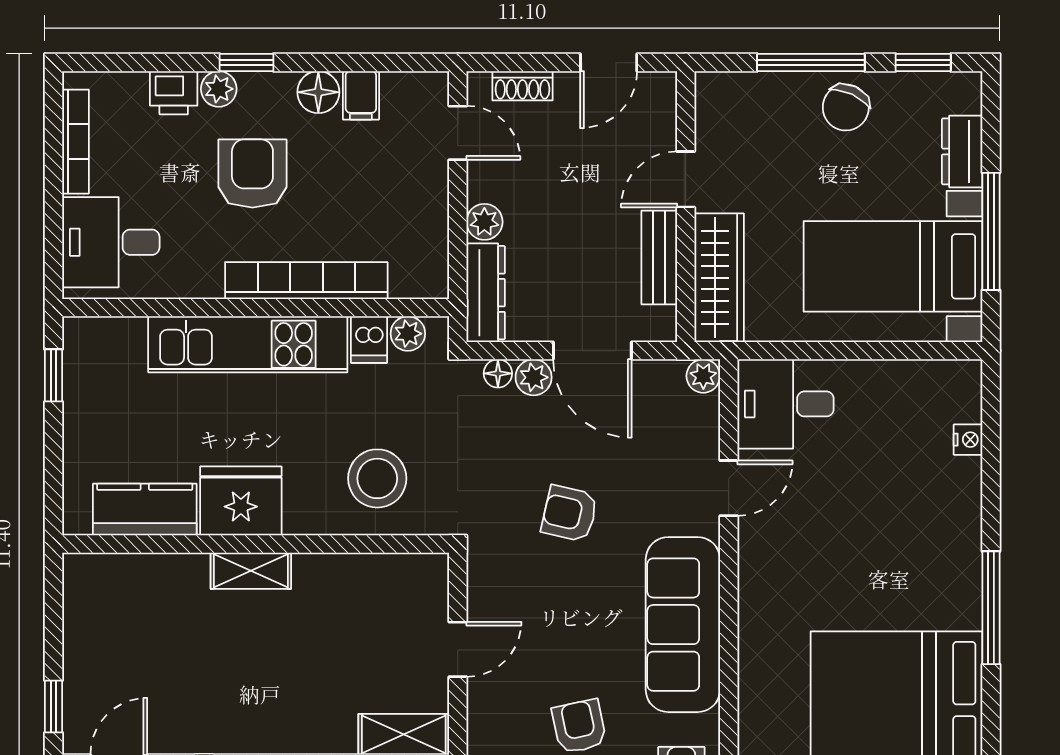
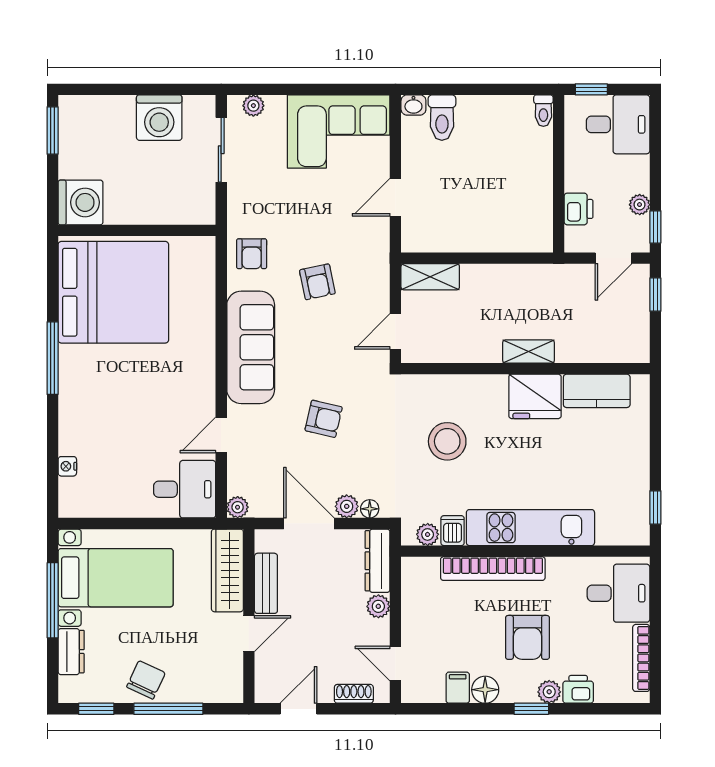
fridge: (241, 501) -> (535, 396), moved
kitchen counter: (145, 510) -> (597, 391), moved
wall: (256, 544) -> (525, 369), moved
shelving: (251, 571) -> (529, 351), moved

